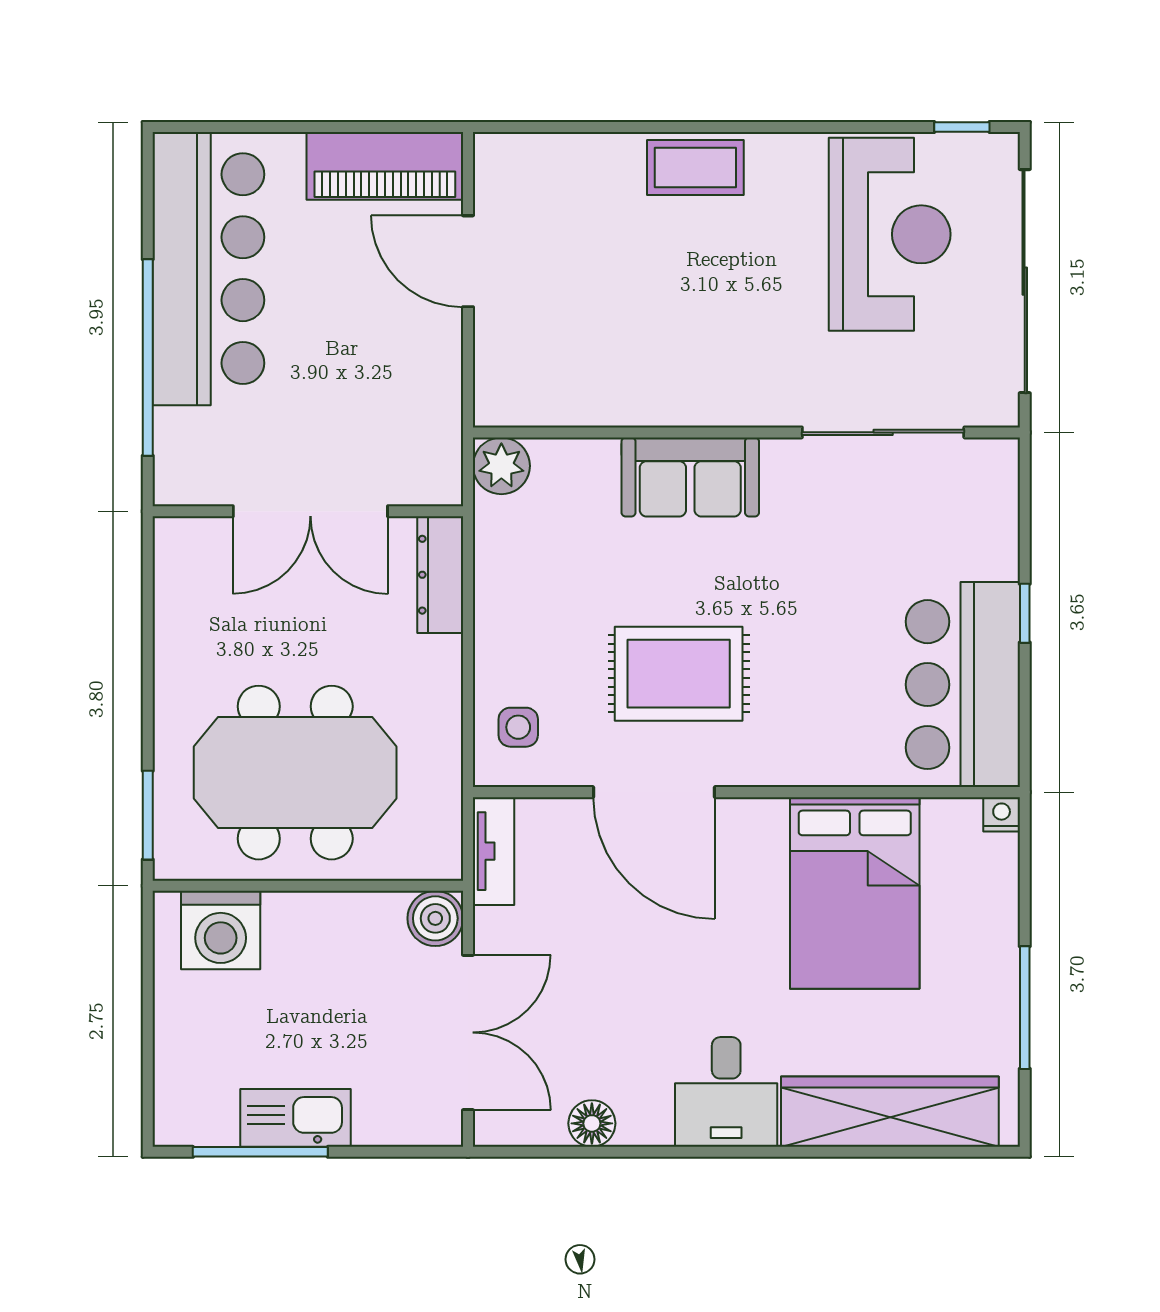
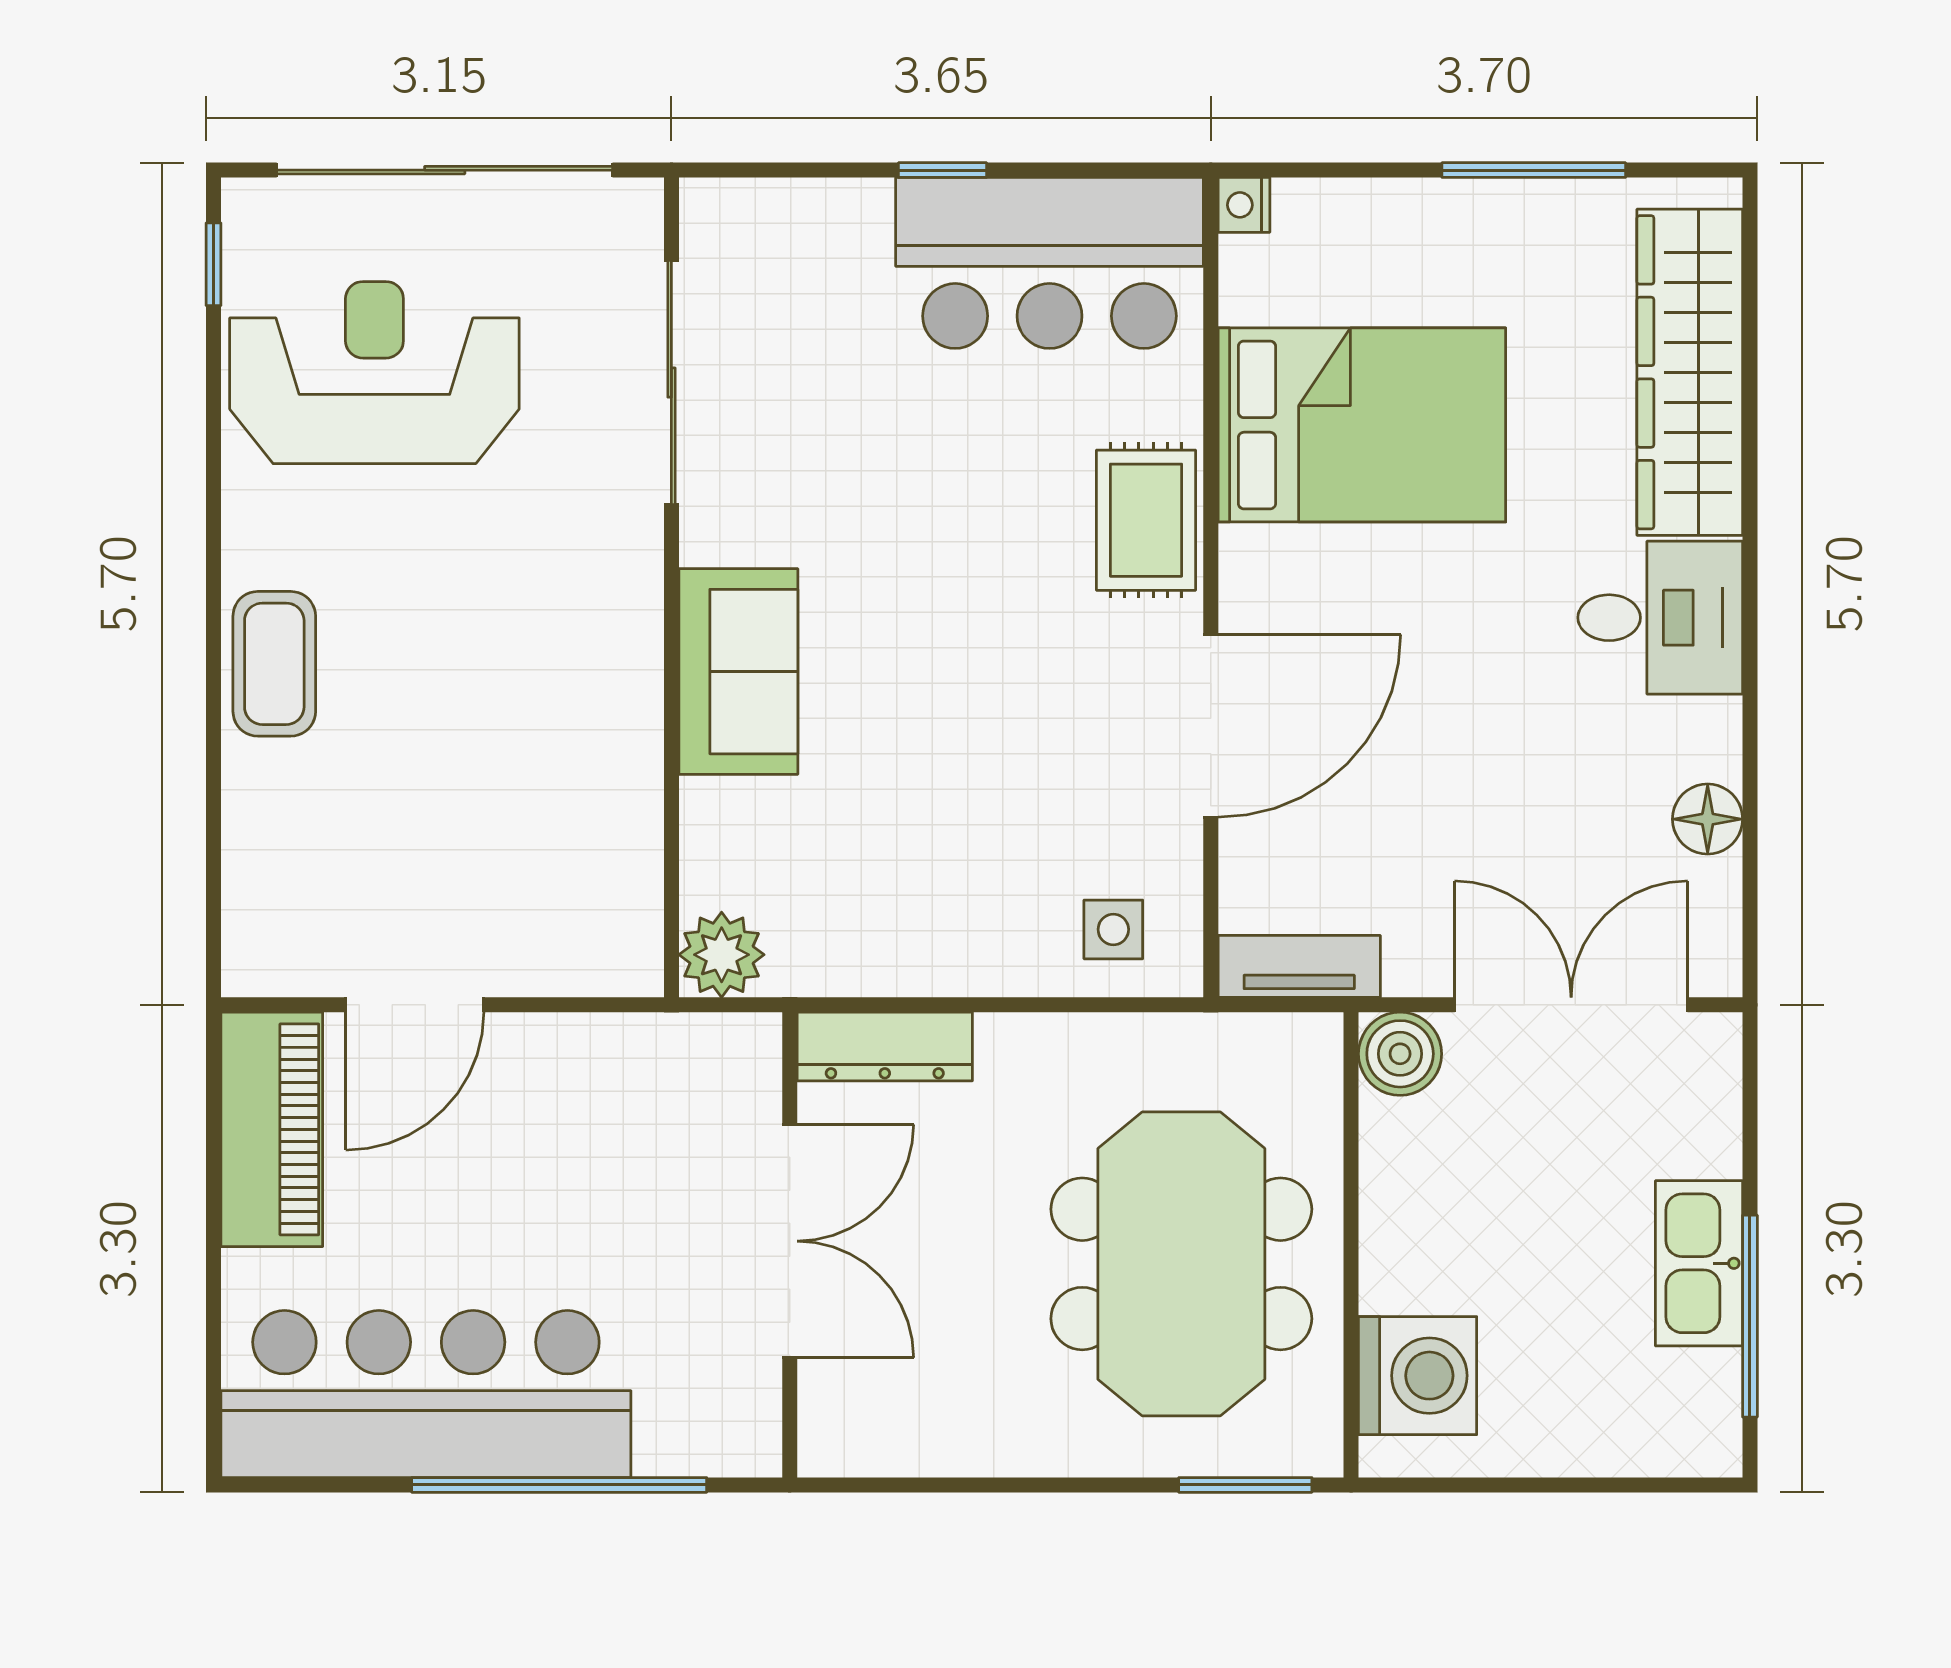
rug: (679, 674) -> (1146, 520), moved, width x0.73, depth x0.70

